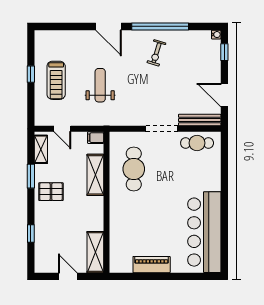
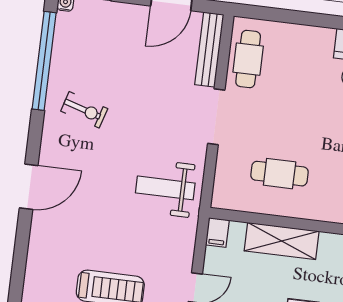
window: (160, 26) -> (44, 61), moved
weight bench: (100, 85) -> (165, 188), moved
cafe table: (134, 169) -> (280, 174), width x0.73, depth x0.74

